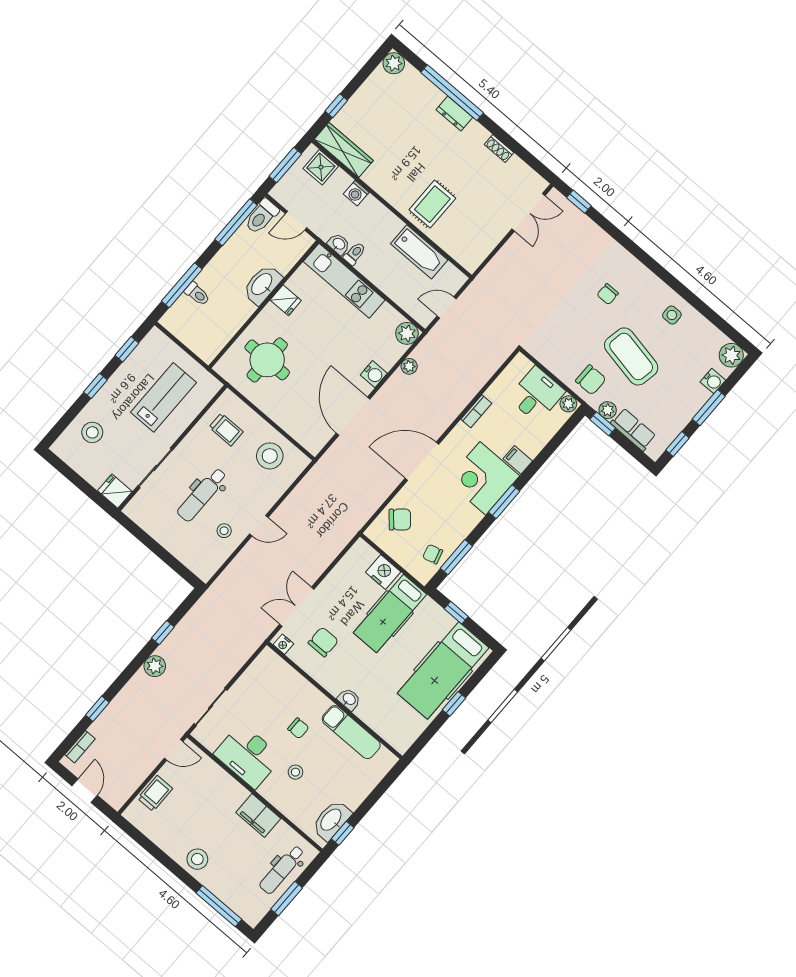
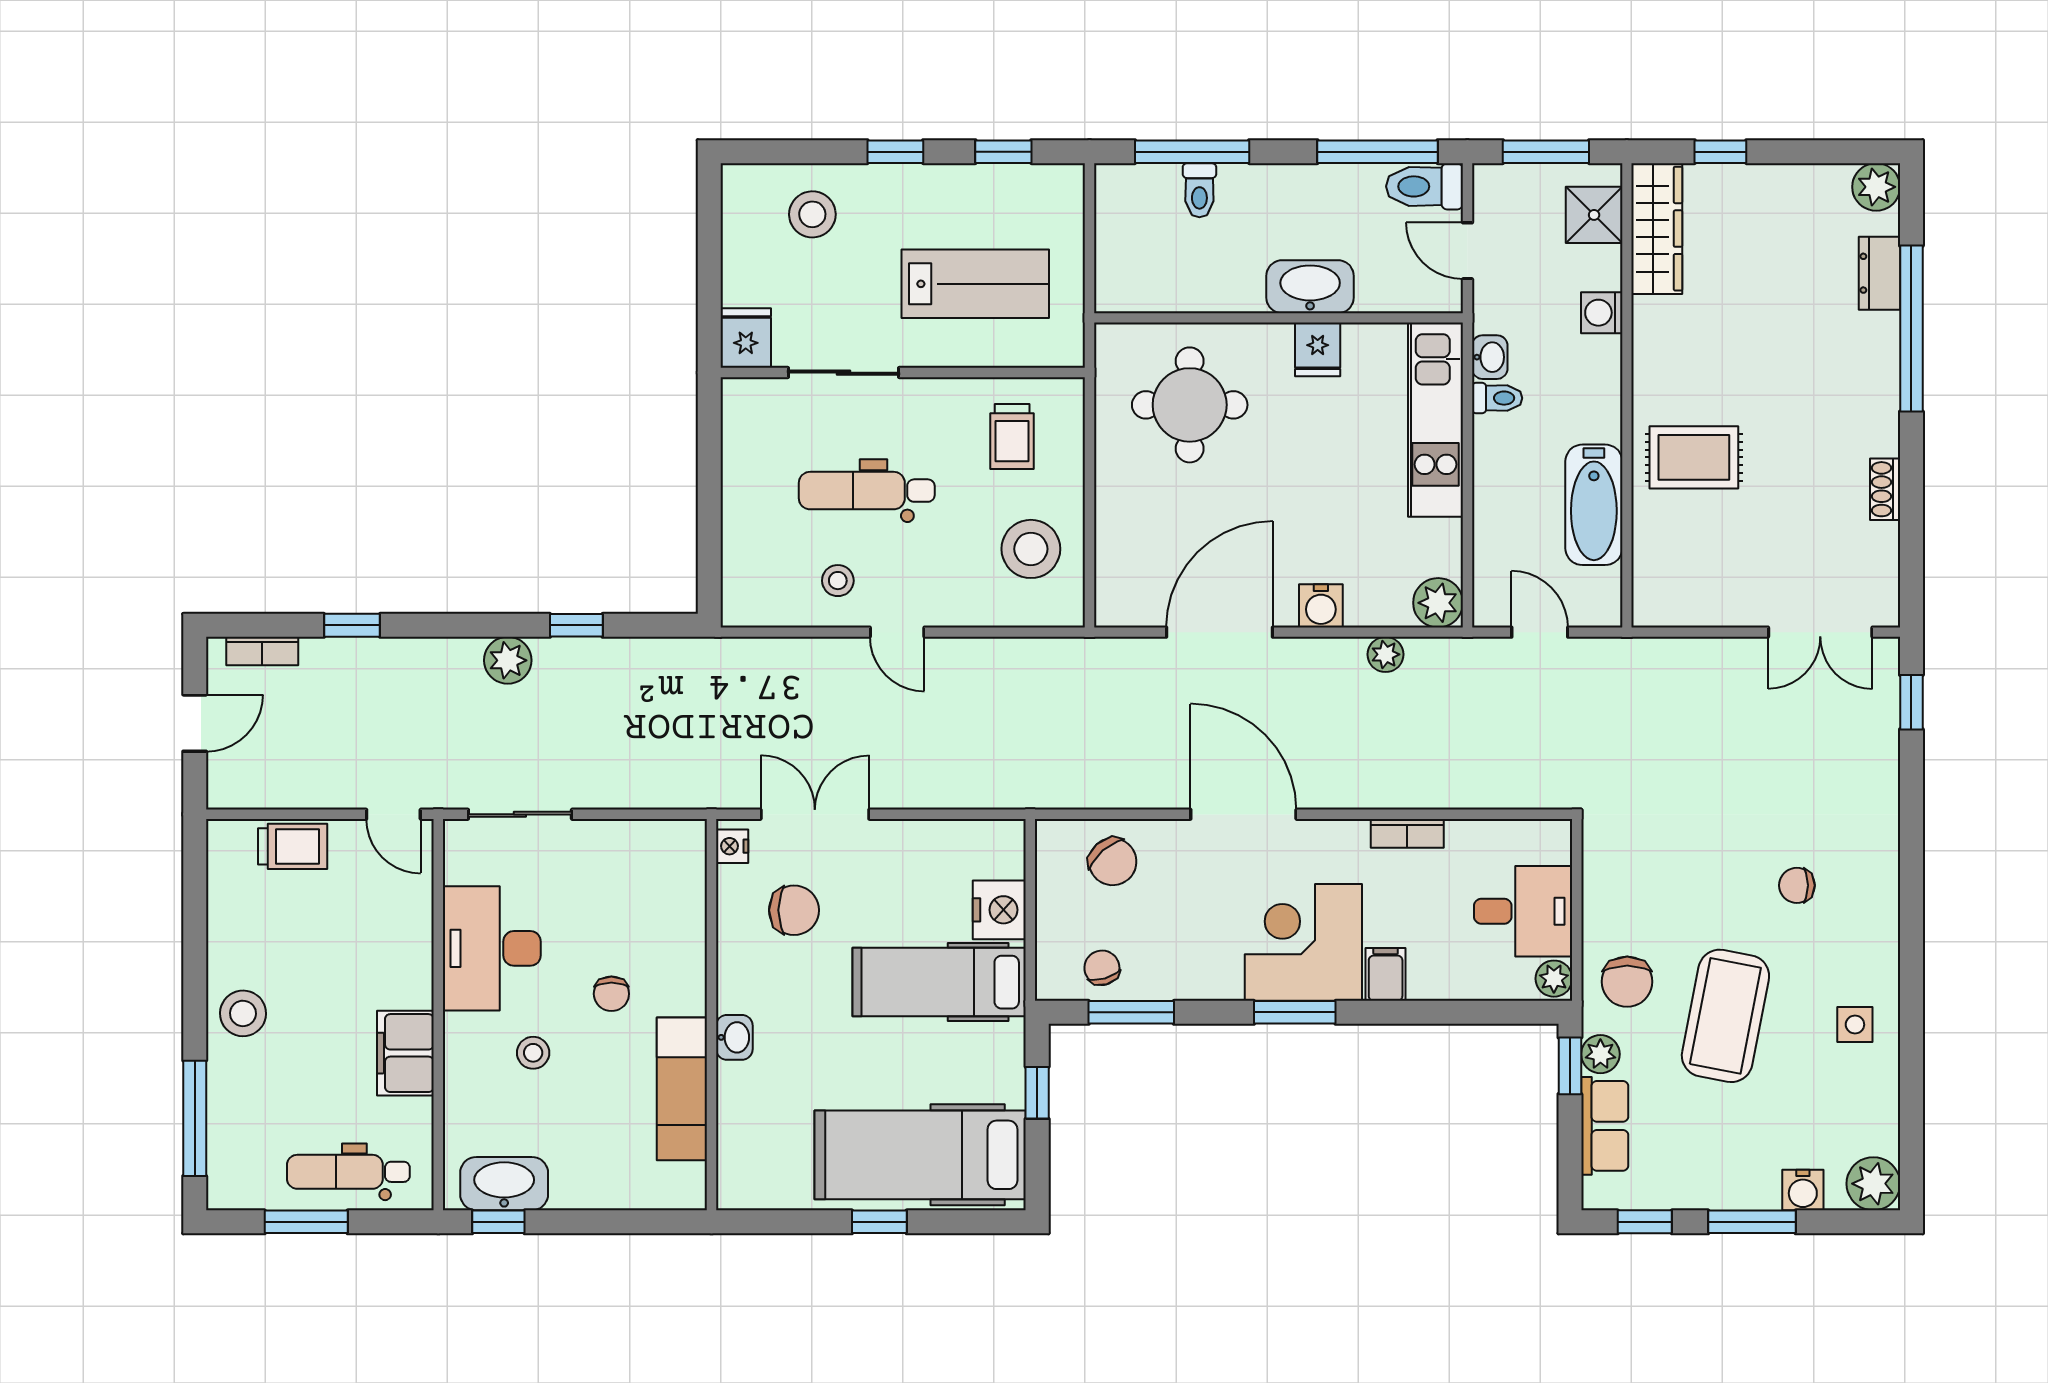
dresser: (454, 114) -> (1879, 273), moved

